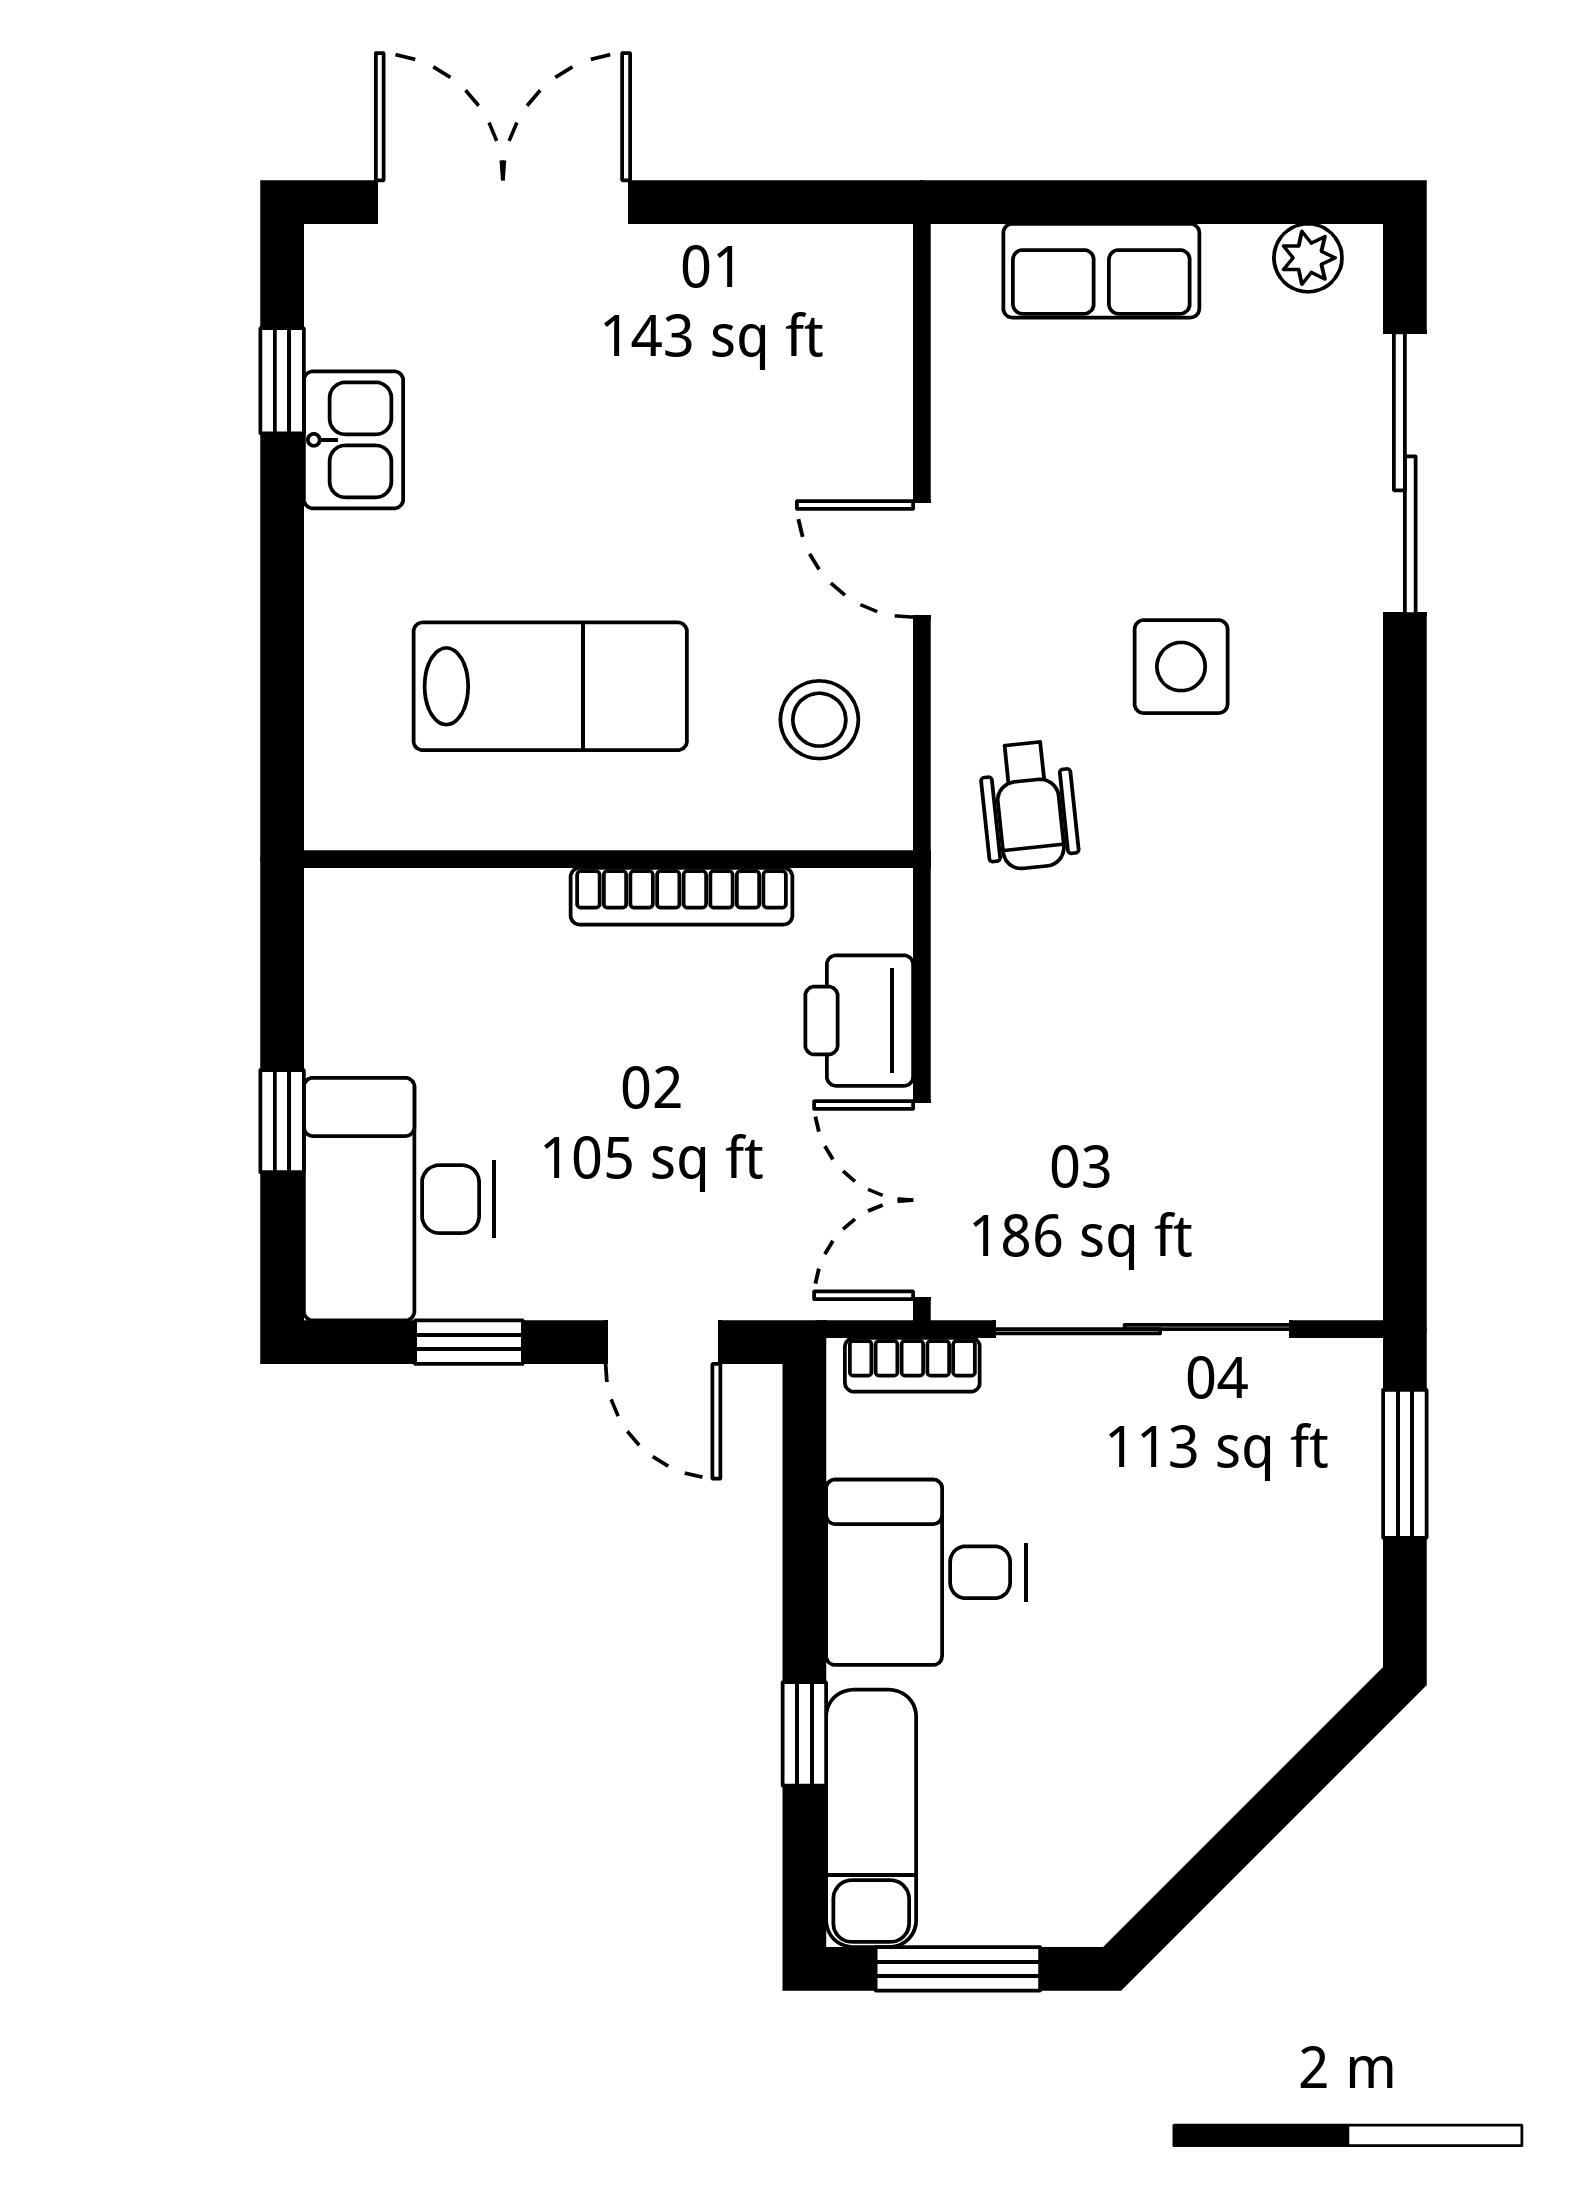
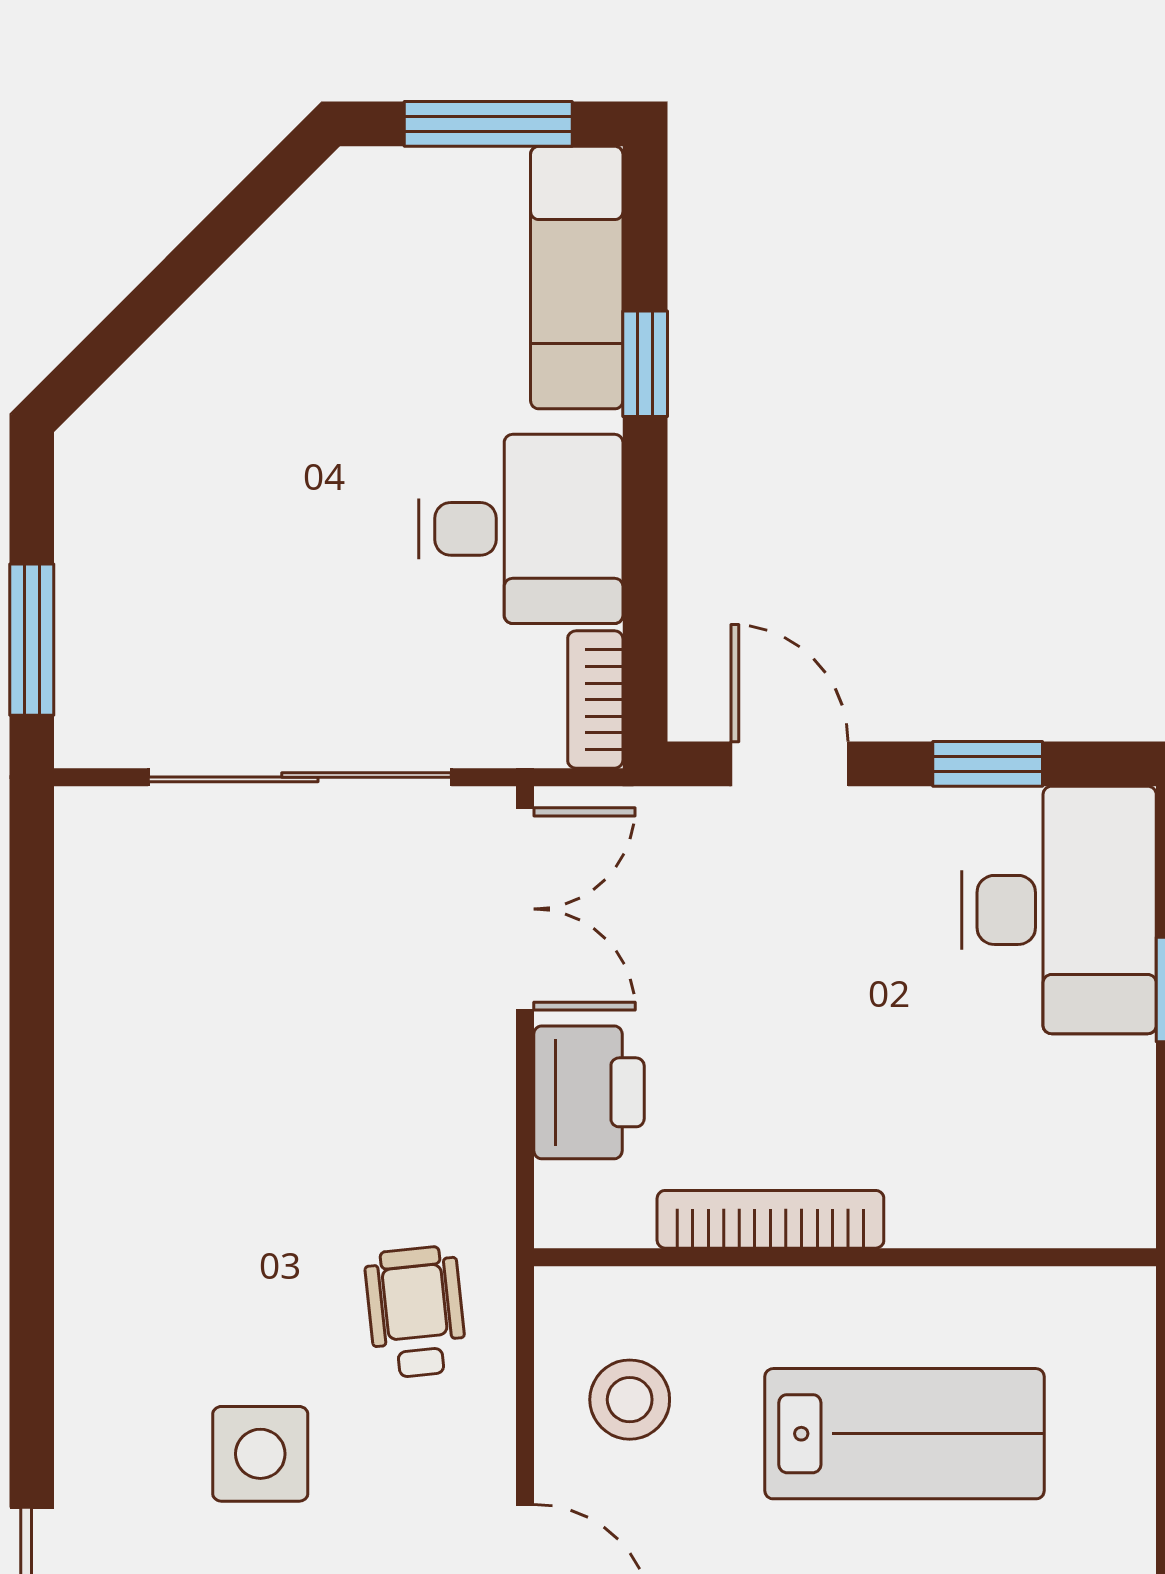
lab bench: (550, 686) -> (905, 1434), turned 180
bookcase: (912, 1365) -> (595, 700), moved, turned -90

